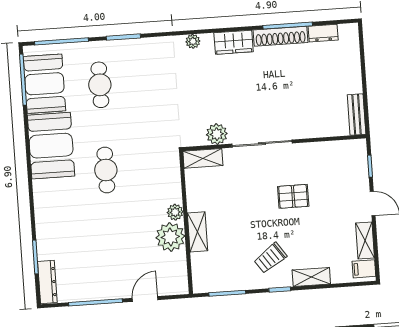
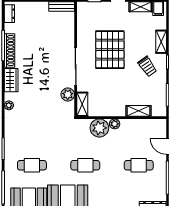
dresser: (323, 33) -> (9, 14), moved
pallet: (293, 196) -> (110, 50), width x2.05, depth x2.00
shelving: (197, 232) -> (138, 111), moved
plant: (170, 237) -> (99, 128), moved
cafe table: (112, 255) -> (139, 165), added

